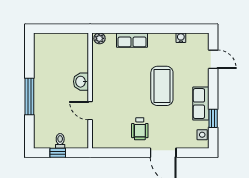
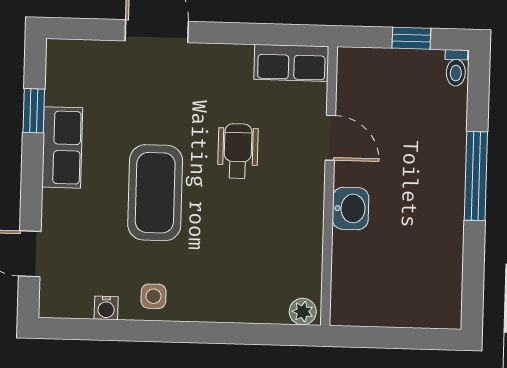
row of seats: (132, 40) -> (291, 63), moved, turned 180
wheelchair: (140, 129) -> (238, 151), moved
side table: (202, 135) -> (153, 296), moved
toilet: (60, 141) -> (456, 68), moved

